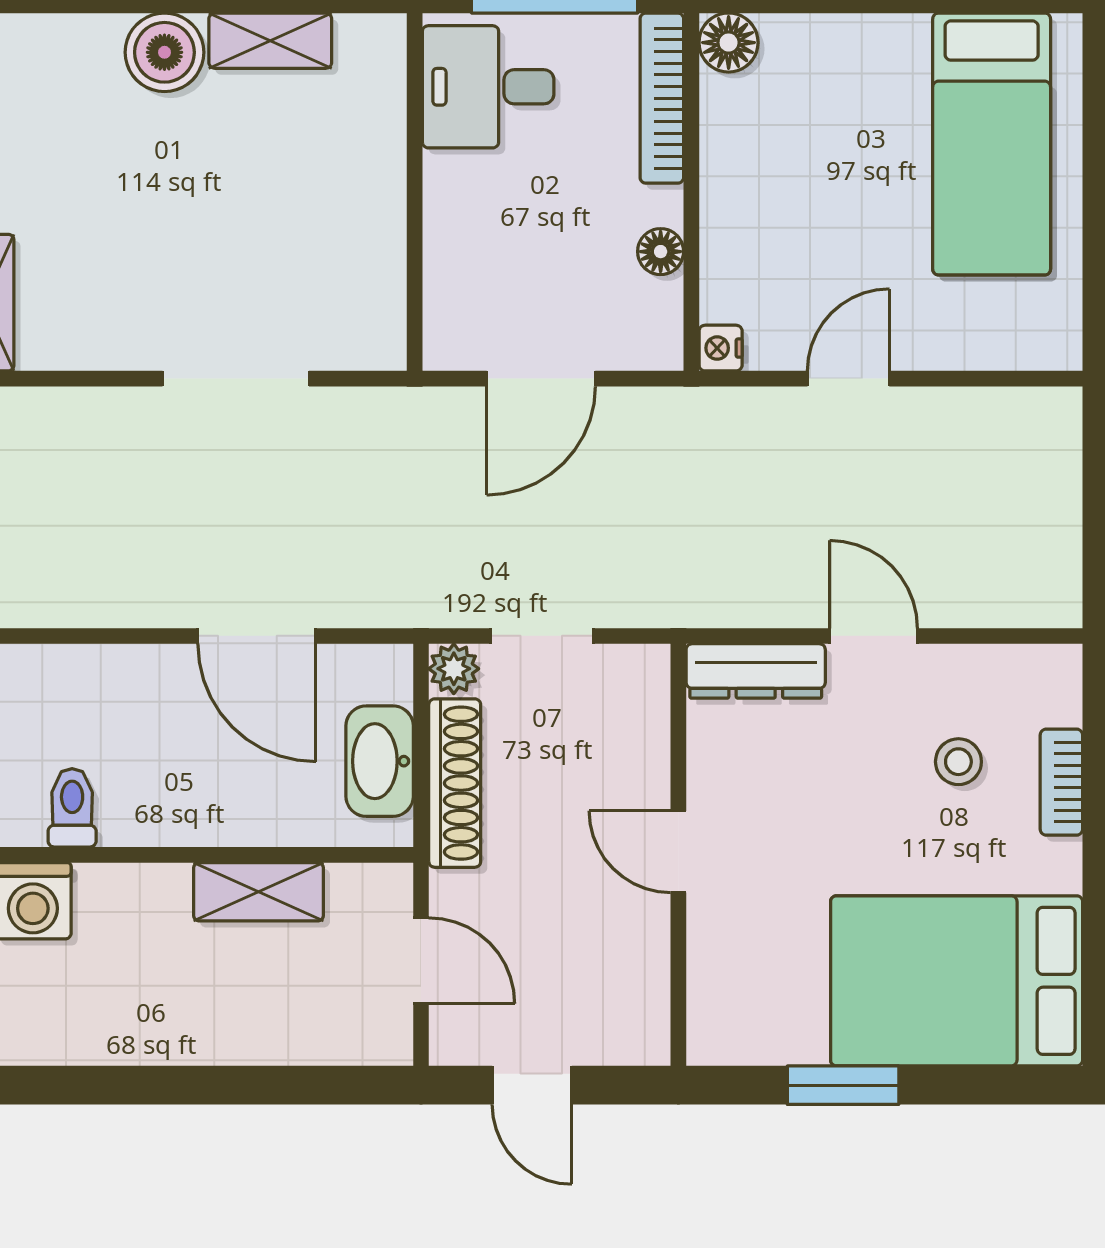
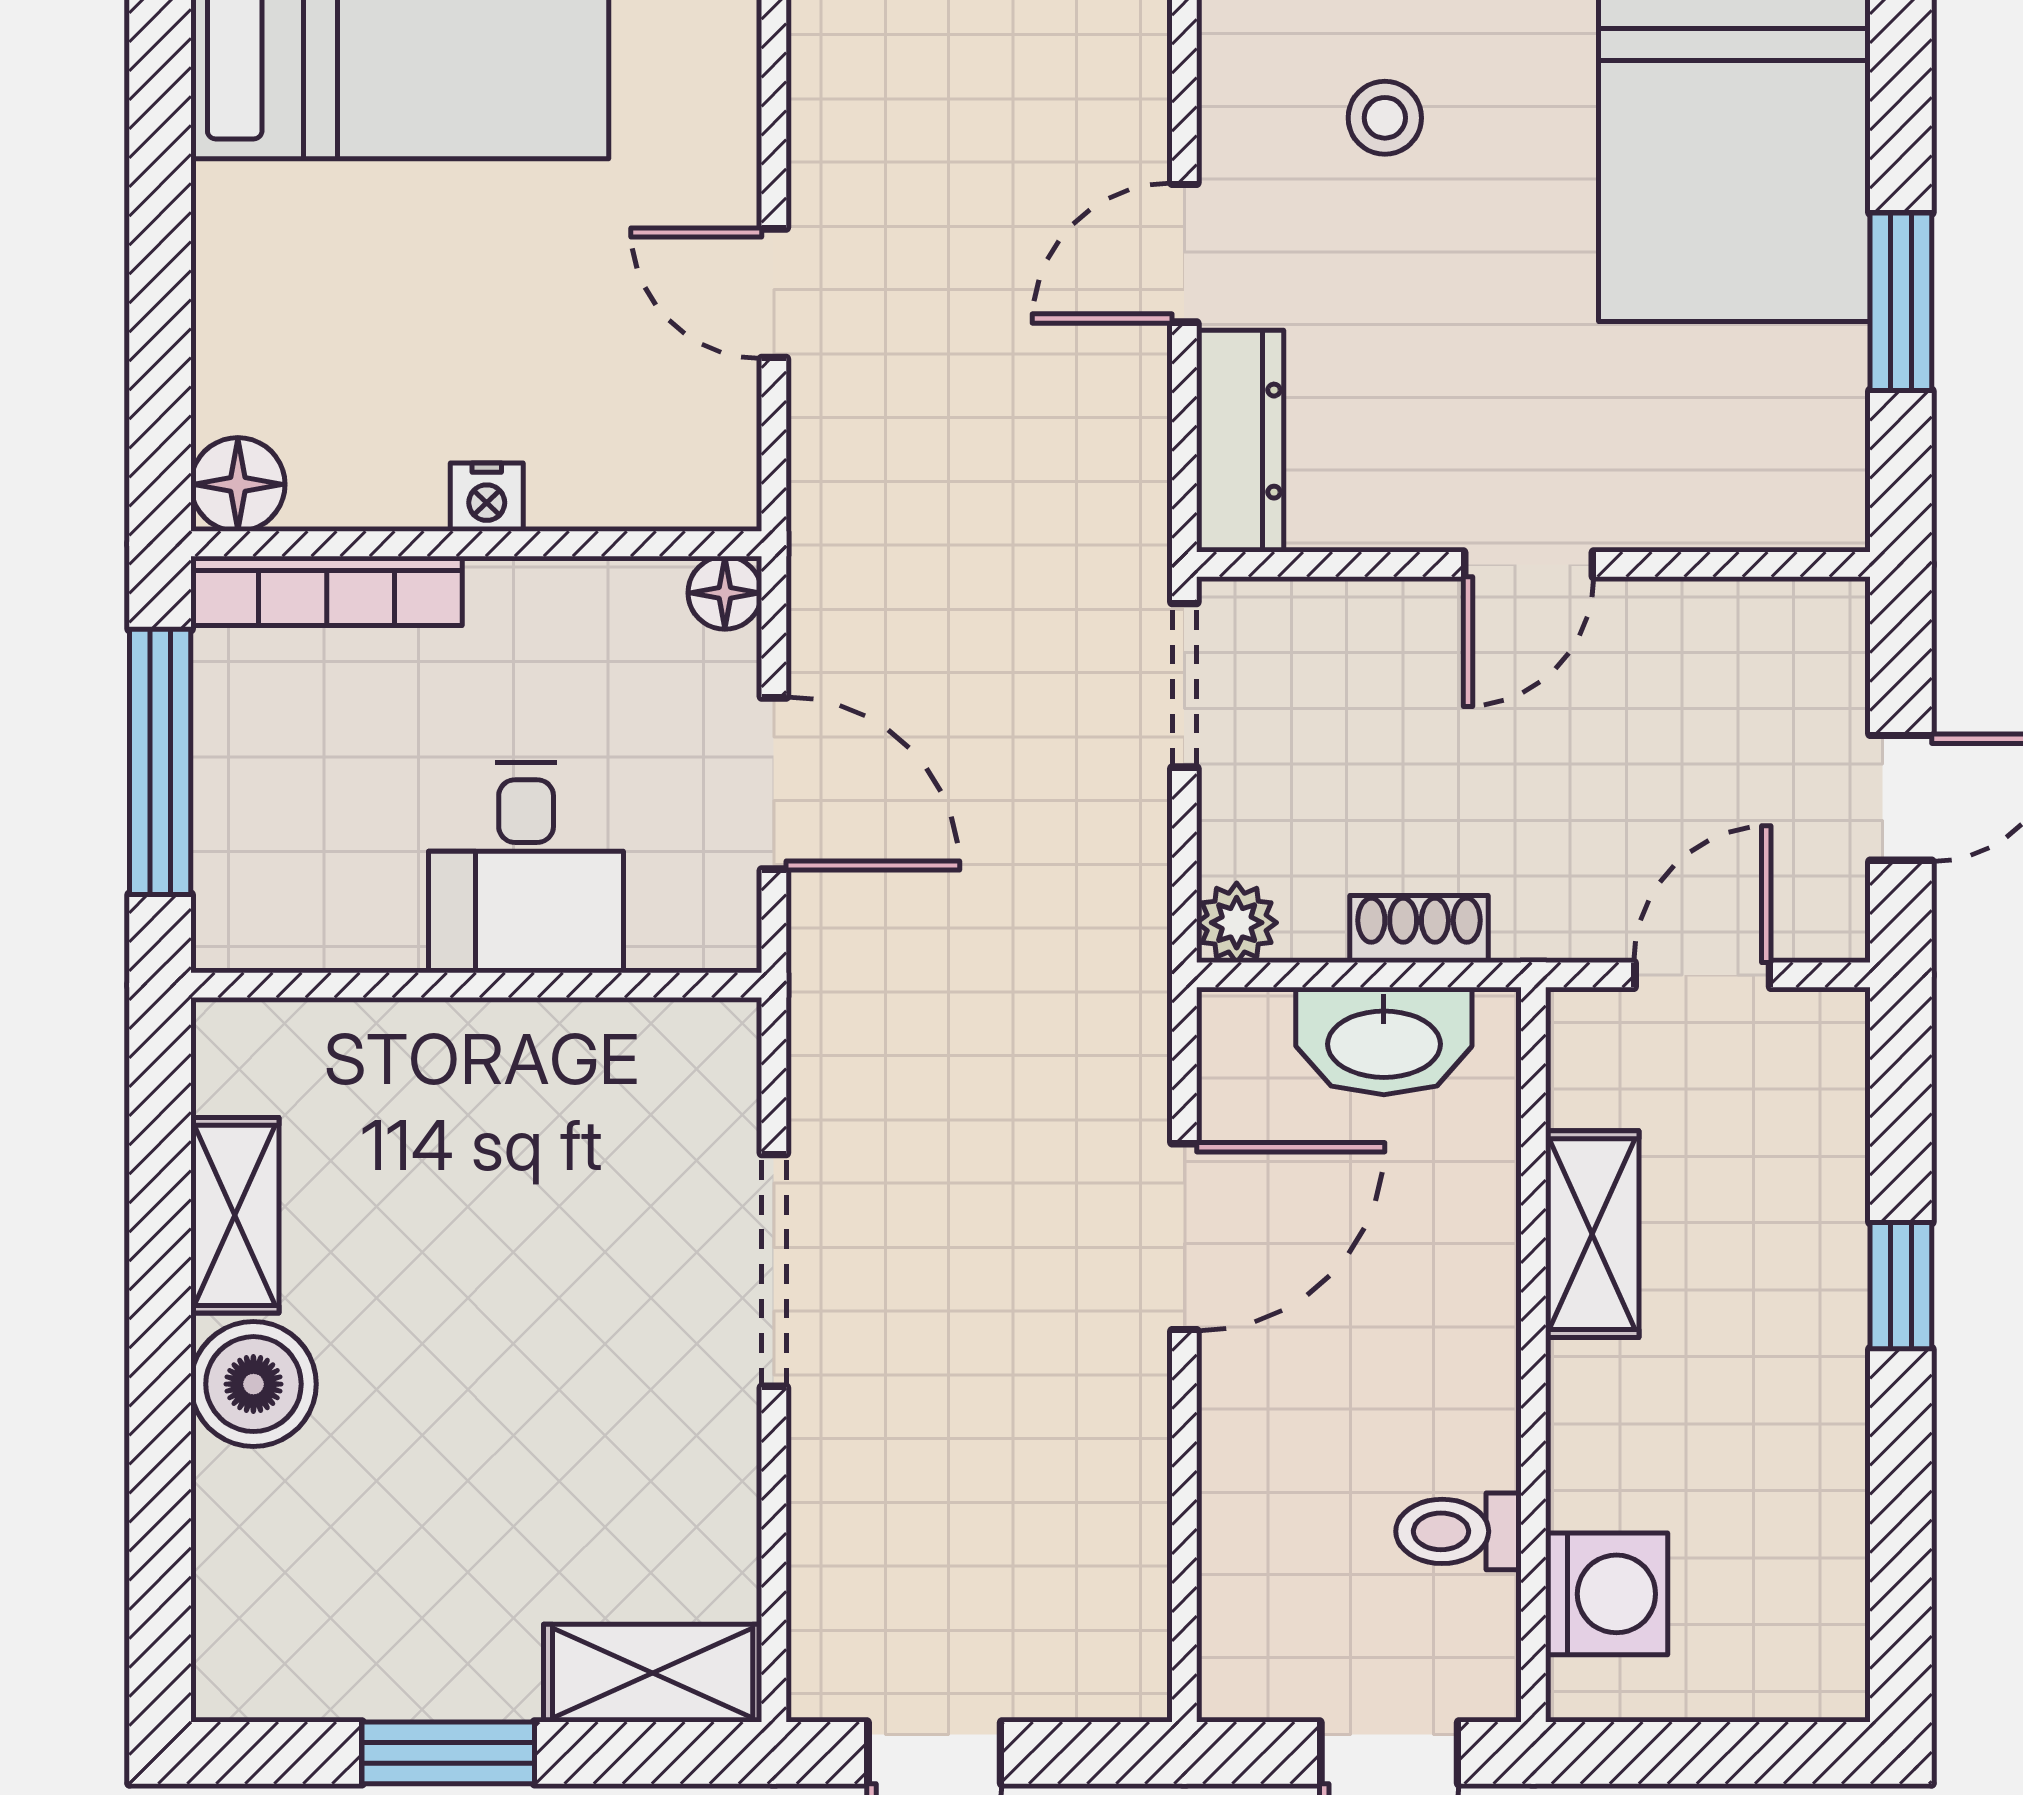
desk: (488, 87) -> (526, 868), moved
floor lamp: (661, 252) -> (725, 593), moved
nightstand: (721, 348) -> (487, 497), moved
doorway: (542, 636) -> (1184, 685), moved
shoe rack: (455, 783) -> (1419, 929), width x0.51, depth x0.81
window: (226, 1085) -> (1901, 1286), added

